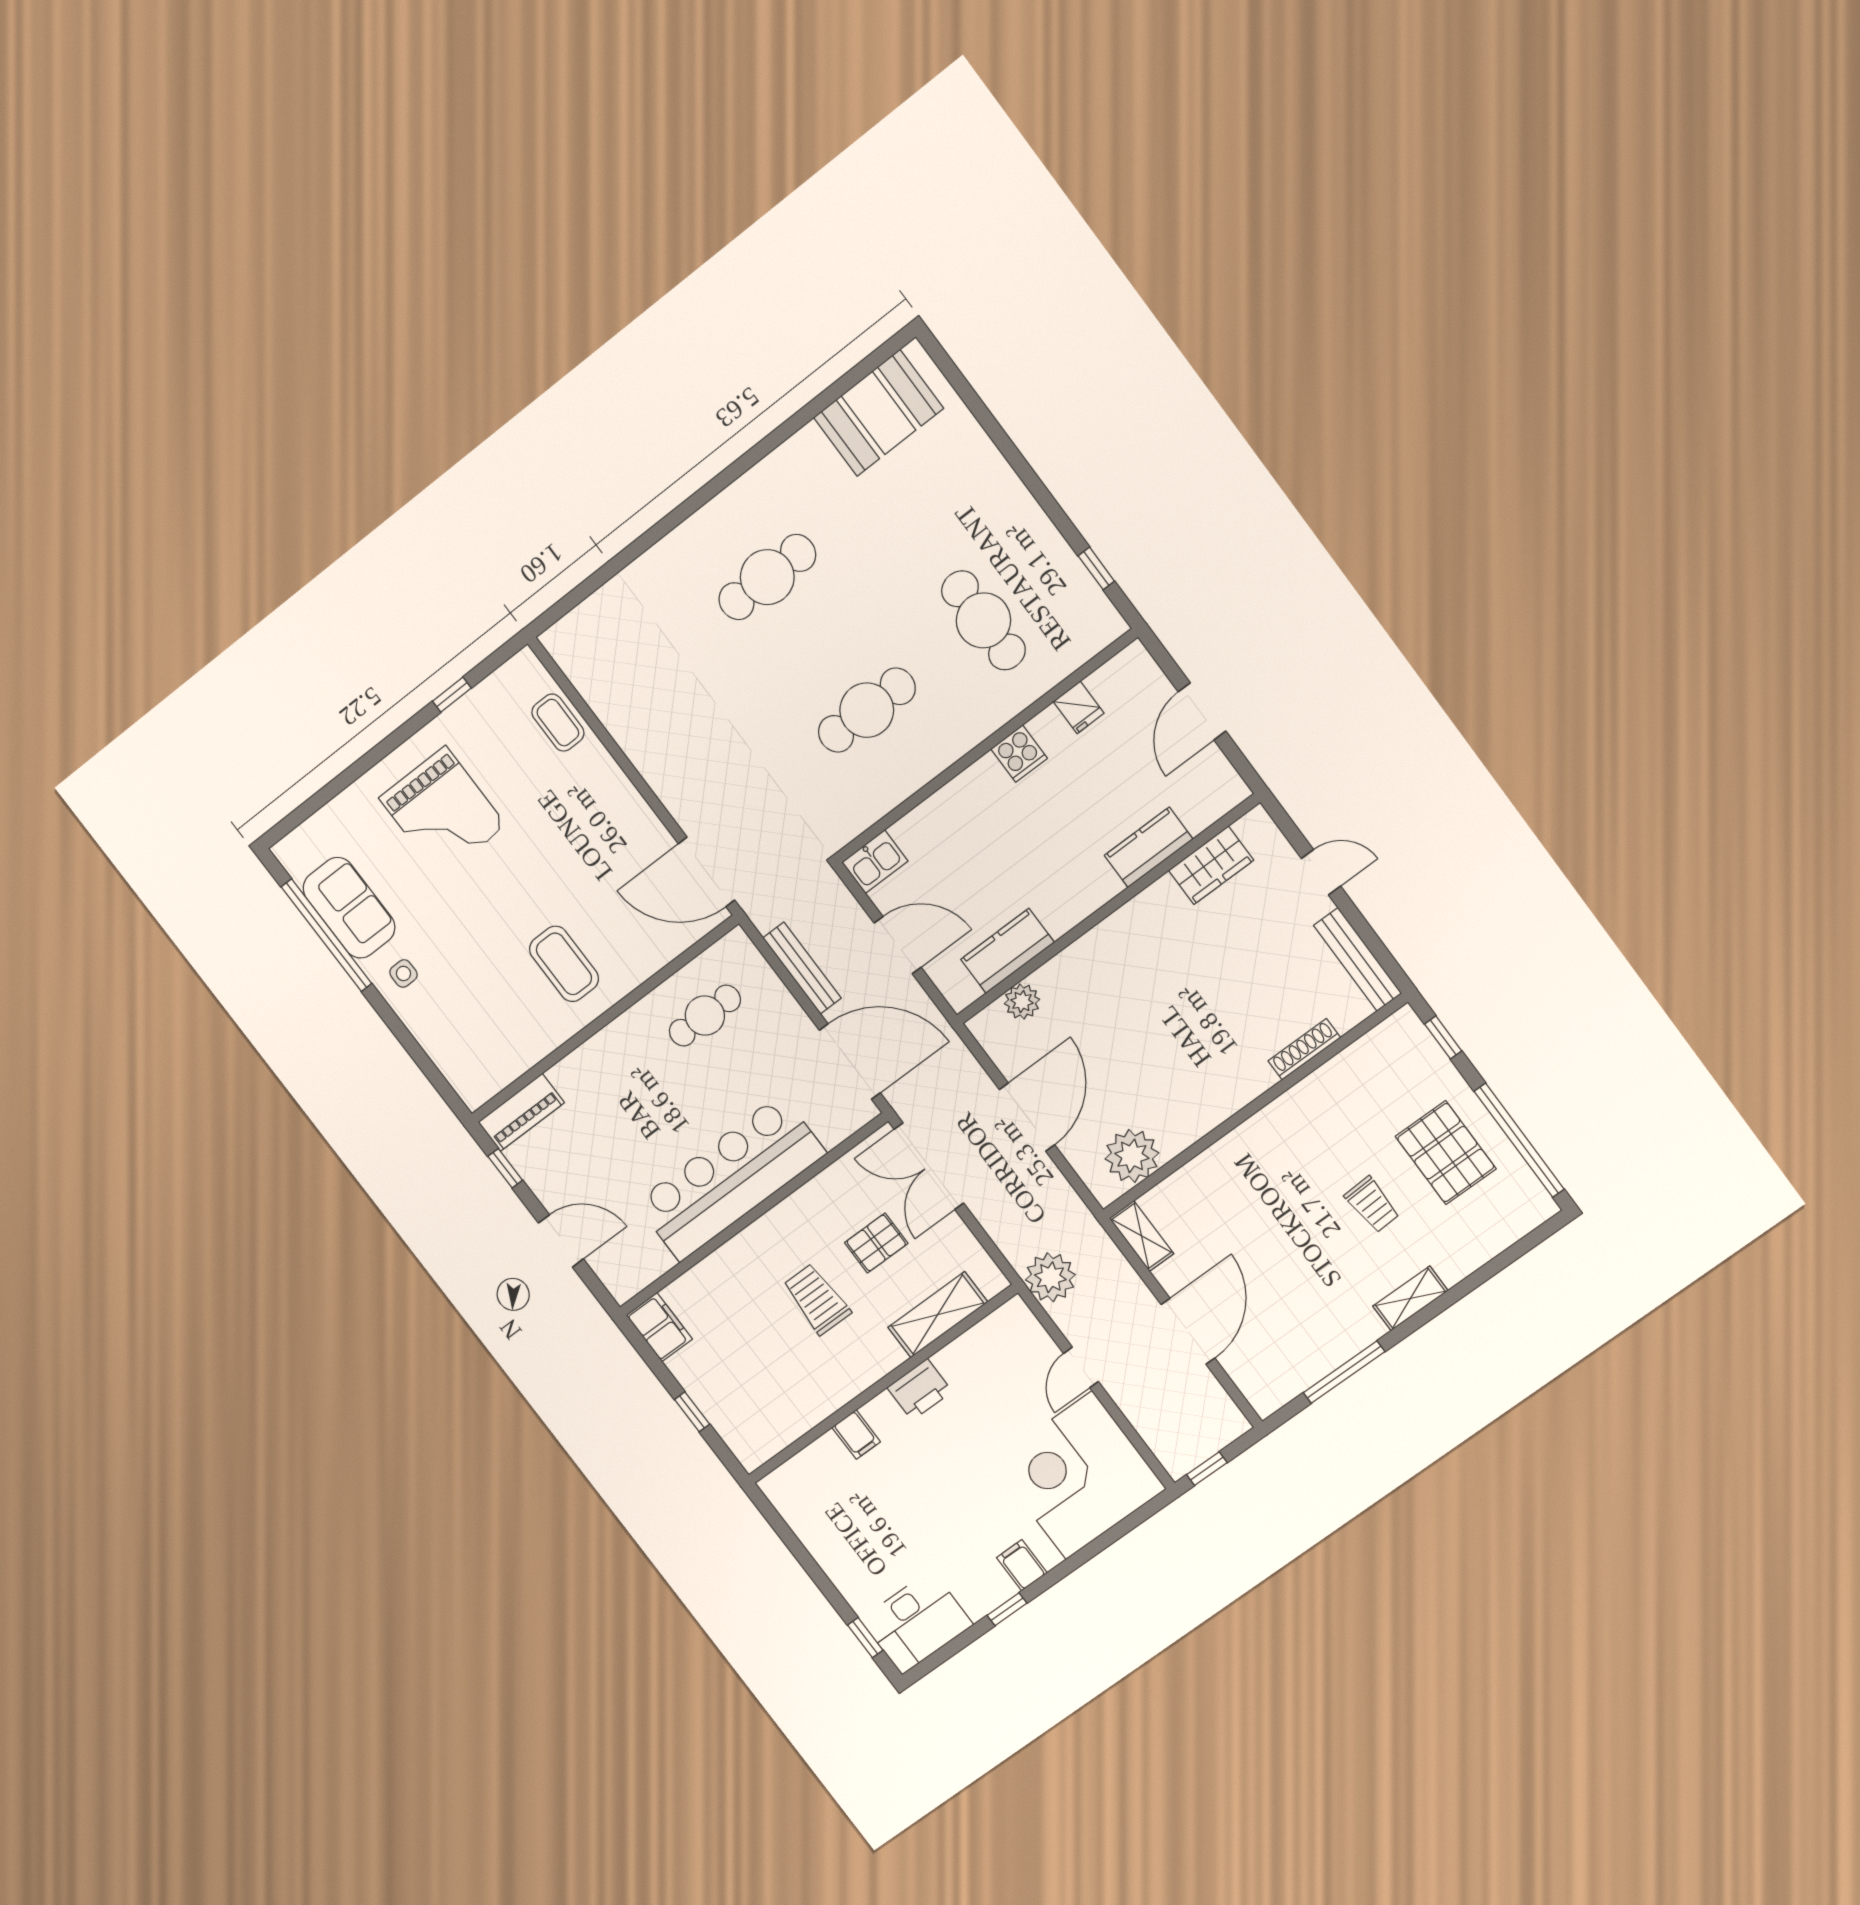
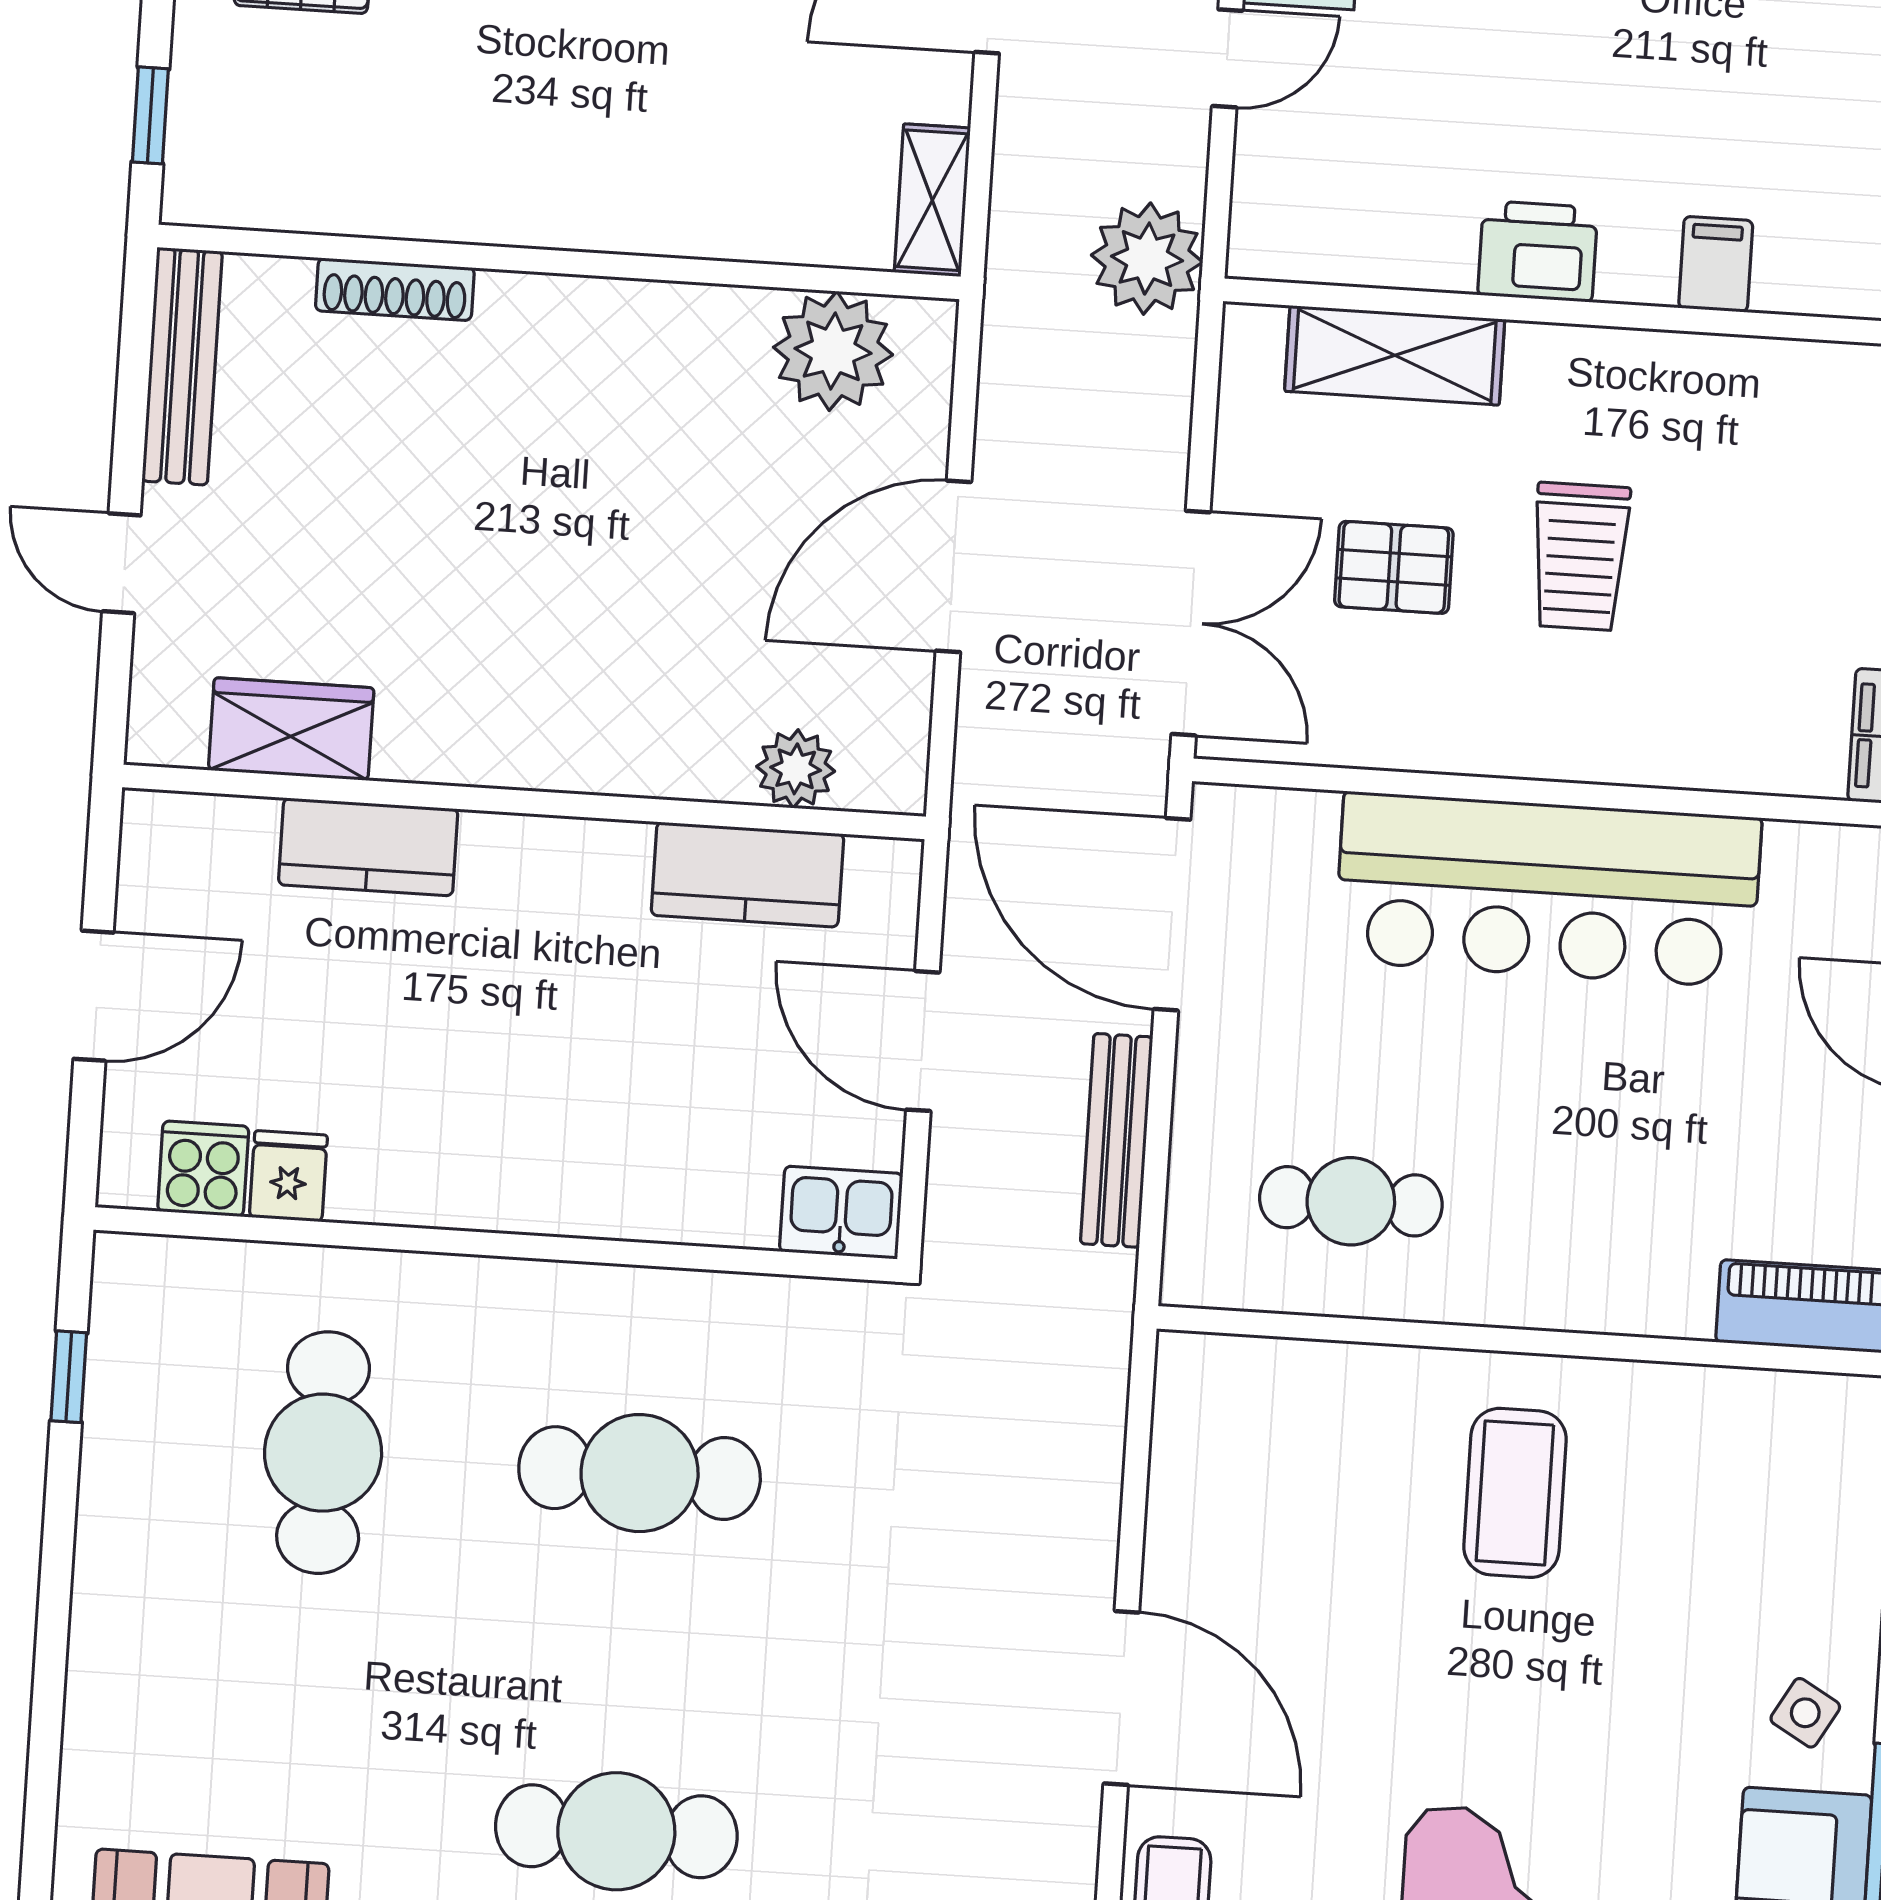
cooker: (1019, 754) -> (203, 1169), moved
door: (707, 872) -> (1121, 1698), moved
side table: (403, 973) -> (1805, 1713), turned 30

